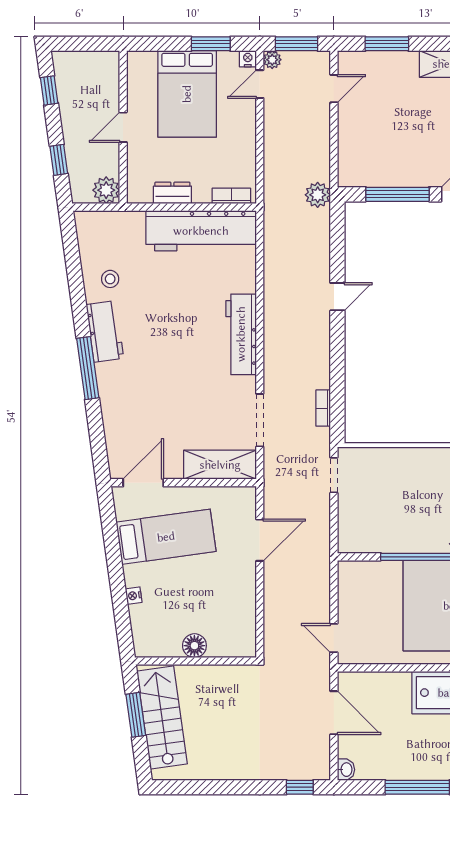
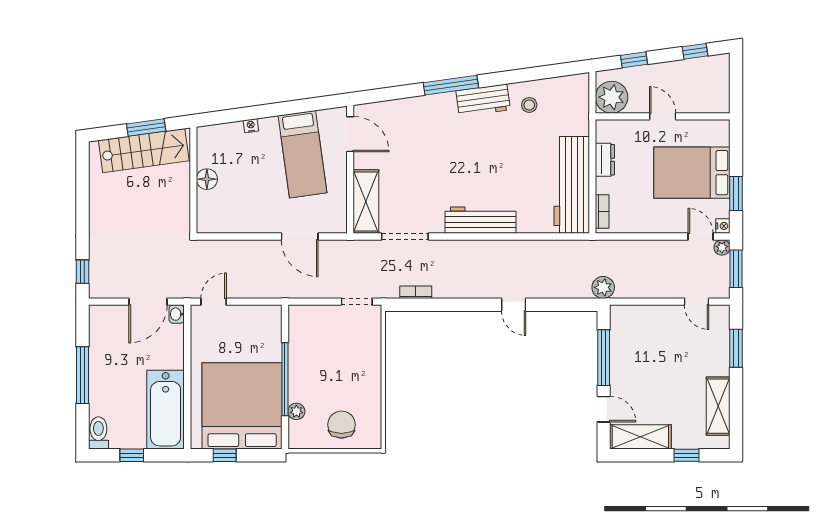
plant: (106, 190) -> (612, 97), width x1.36, depth x1.36
washbasin: (346, 770) -> (177, 314), moved, turned 90

